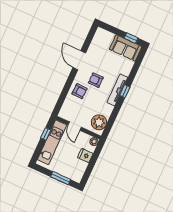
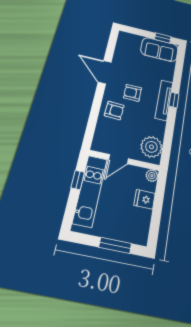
door: (75, 126) -> (118, 159), hinge flipped

